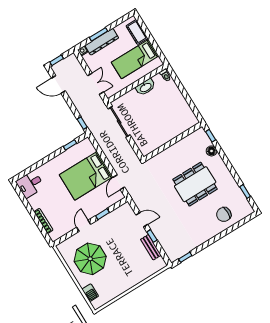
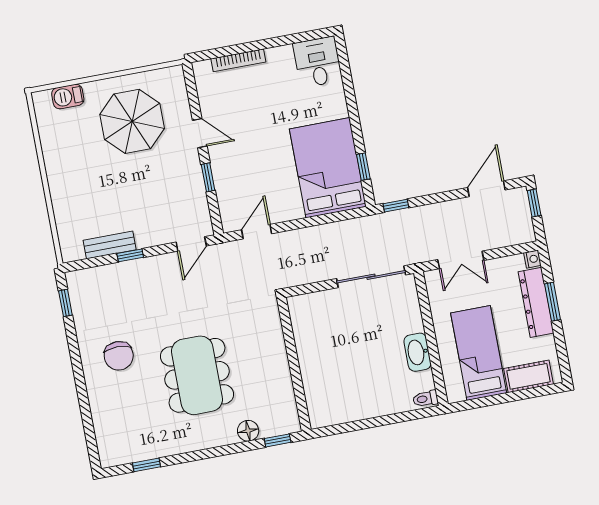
bed: (86, 176) -> (328, 168), moved
door: (119, 182) -> (257, 232), hinge flipped
chair: (224, 214) -> (119, 356), moved, turned 180
door: (142, 220) -> (191, 244), moved

